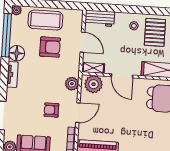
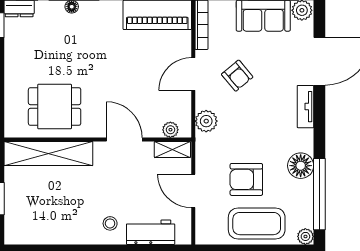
workbench: (100, 18) -> (151, 232), moved
pallet: (155, 32) -> (75, 215), removed
tv unit: (12, 75) -> (305, 107), moved
plant: (94, 84) -> (170, 130), width x0.53, depth x0.53
armchair: (51, 110) -> (237, 76), turned 50

